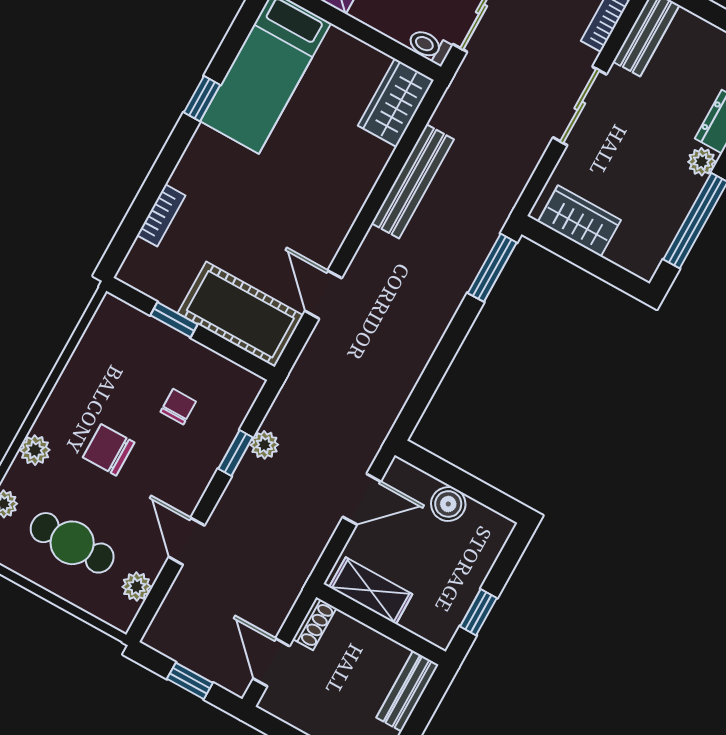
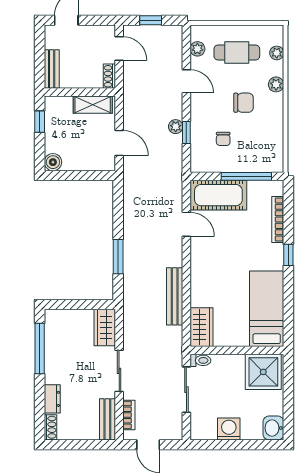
window: (202, 99) -> (288, 255), moved
plant: (702, 162) -> (51, 376), removed
bookcase: (161, 215) -> (278, 220), width x1.56
wardrobe: (579, 221) -> (105, 328), moved, turned 90
window: (492, 268) -> (118, 257), moved
window: (174, 320) -> (246, 176), width x2.17
plant: (264, 445) -> (176, 127), moved
door: (362, 499) -> (119, 143), swing flipped
boiler: (448, 504) -> (53, 162), moved

